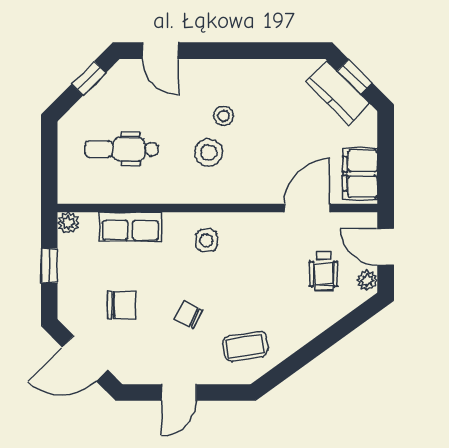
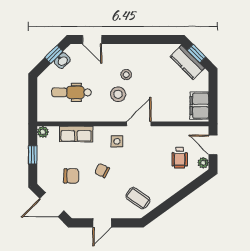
washbasin: (104, 90) -> (62, 61), added
door: (307, 208) -> (139, 124), moved
chair: (188, 315) -> (102, 171), moved
coffee table: (246, 346) -> (138, 198), turned 44

